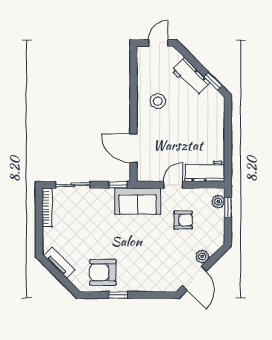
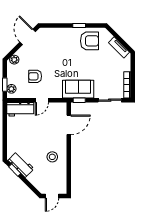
workbench: (191, 77) -> (21, 164), moved
door: (133, 148) -> (69, 125), hinge flipped
sofa: (138, 201) -> (78, 89), moved
plant: (202, 256) -> (14, 60), moved

